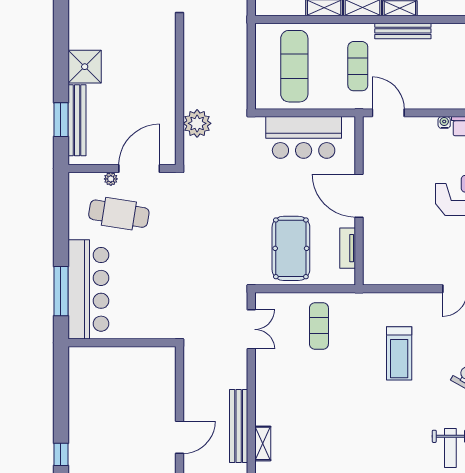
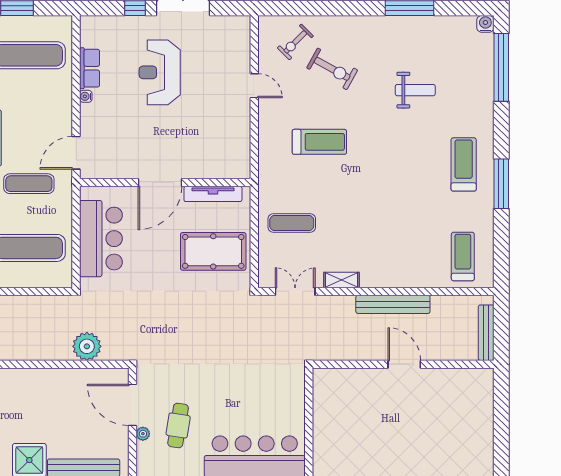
cafe table: (119, 214) -> (178, 426), width x0.73, depth x0.74
tv unit: (348, 248) -> (213, 194), width x1.41
shelving: (263, 443) -> (341, 280), moved

